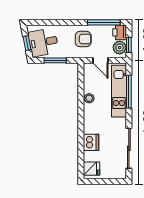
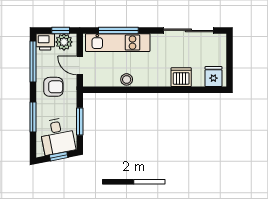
window: (59, 22) -> (33, 117), added
armchair: (83, 39) -> (53, 87), turned 90
door: (100, 60) -> (80, 65), swing flipped

